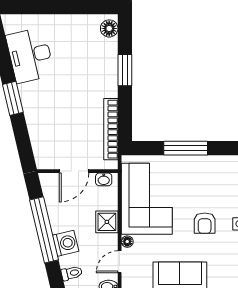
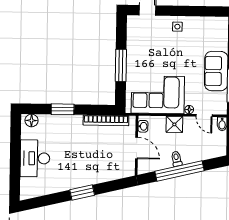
desk: (30, 55) -> (35, 158), moved, turned 103
armchair: (205, 223) -> (176, 52), removed
washing machine: (66, 243) -> (190, 155), removed
toilet: (72, 273) -> (176, 159), moved

